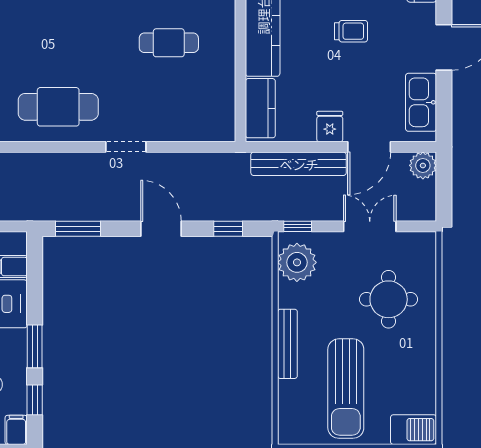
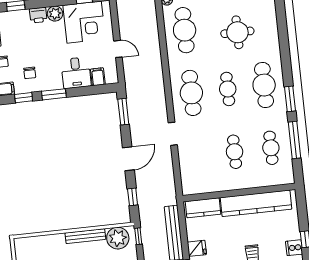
cafe table: (58, 43) -> (228, 89), added
bench: (287, 344) -> (85, 236), moved

